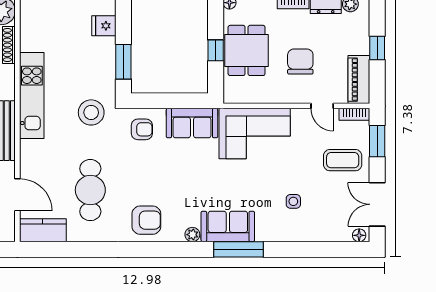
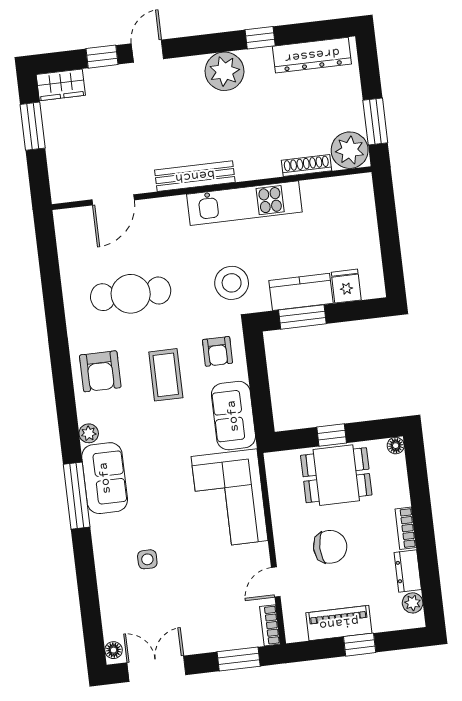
piano: (359, 80) -> (339, 623), moved
coffee table: (343, 160) -> (166, 375), moved
kitchen counter: (43, 230) -> (301, 292), moved, turned -90

